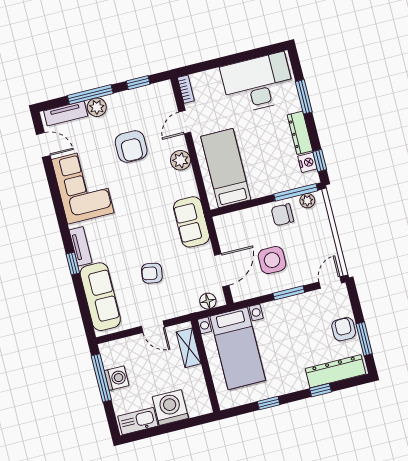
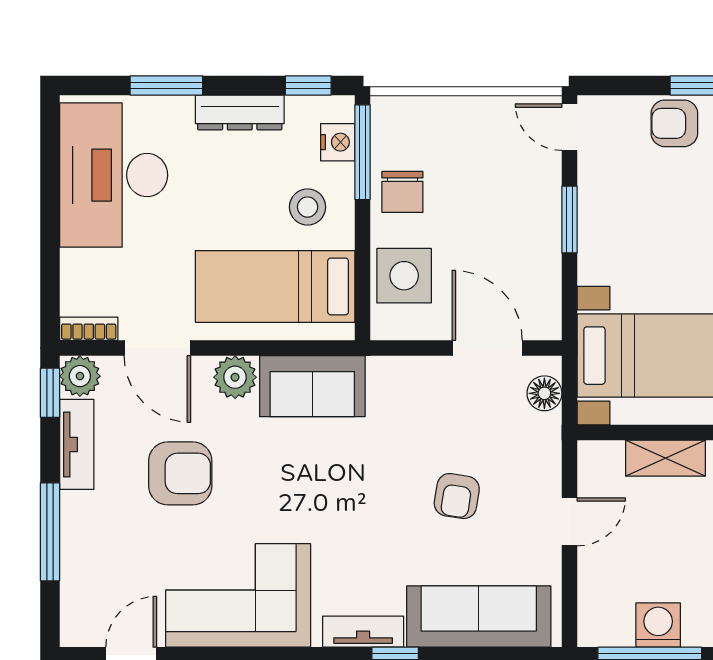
window: (138, 83) -> (50, 393), moved
plant: (97, 107) -> (80, 376), moved
tv unit: (66, 113) -> (77, 444), moved
door: (185, 122) -> (157, 348), width x1.38
nightstand: (307, 162) -> (338, 142), moved, turned 90
stool: (265, 174) -> (308, 207), added
plant: (307, 201) -> (386, 132), removed
sofa: (191, 222) -> (312, 386), moved
side table: (272, 260) -> (404, 276), moved
shelving: (189, 348) -> (665, 458), moved

